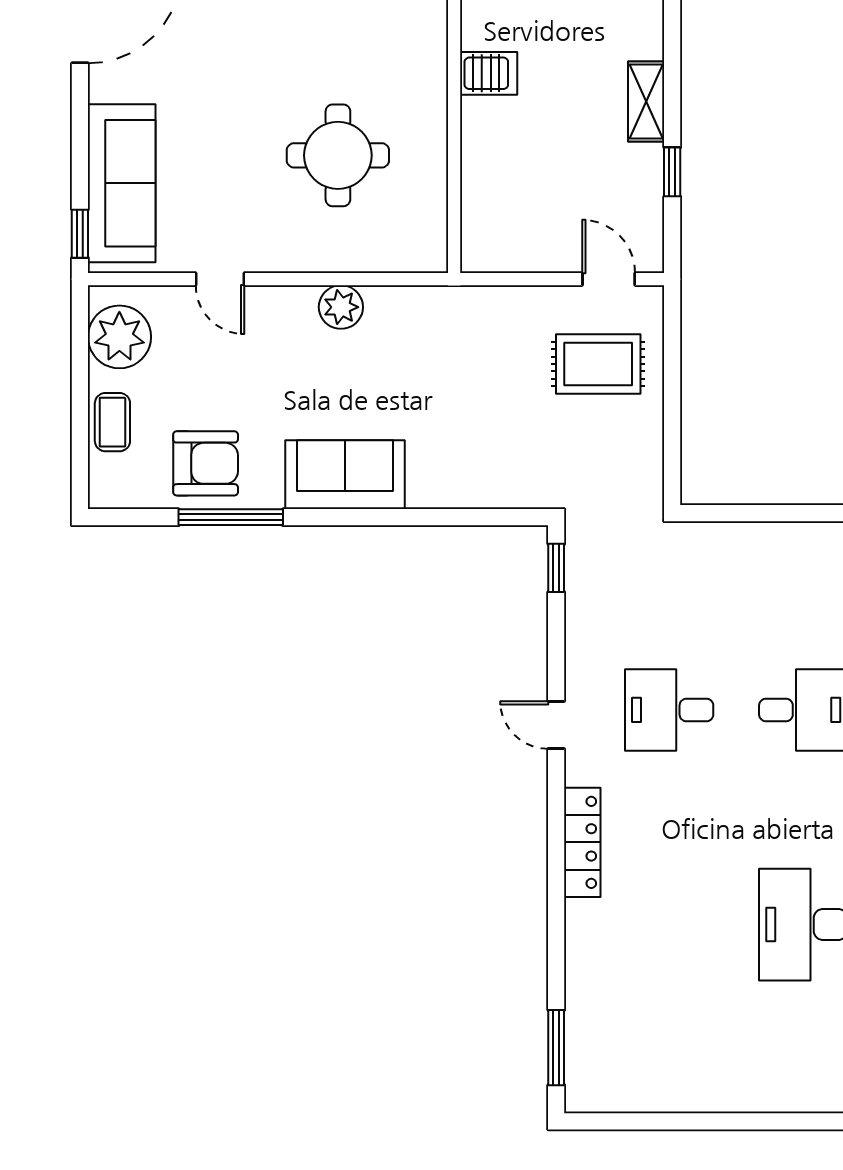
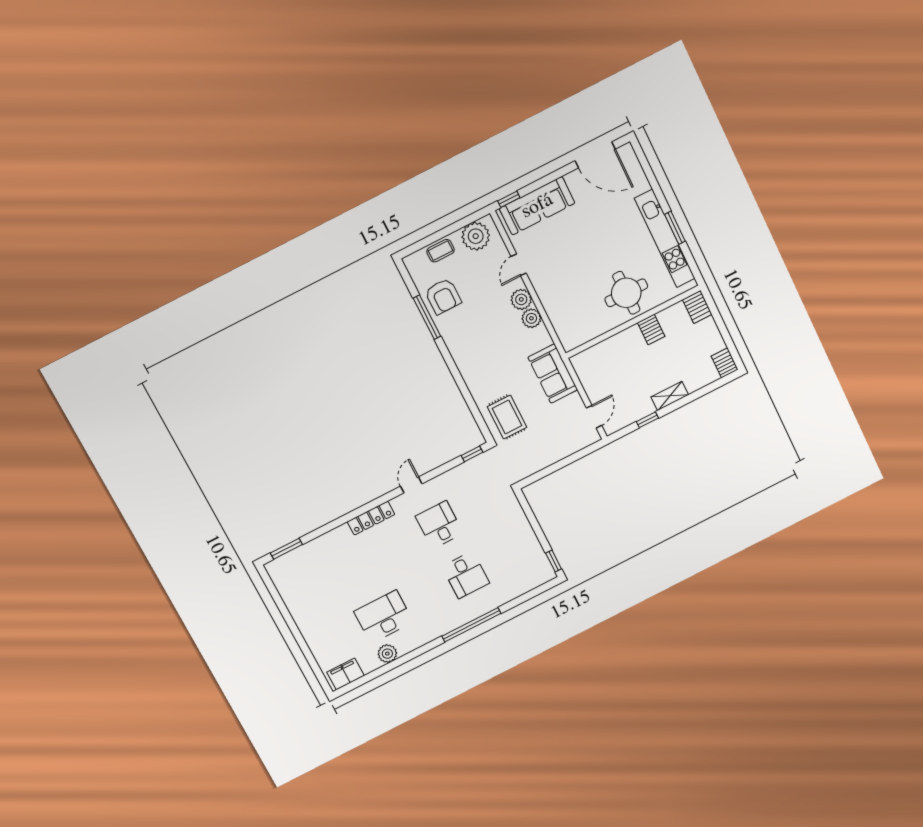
round table: (338, 155) -> (626, 293), moved
plant: (292, 309) -> (521, 299), added
rug: (598, 364) -> (507, 417), moved
sofa: (345, 475) -> (553, 374), moved, turned 180

